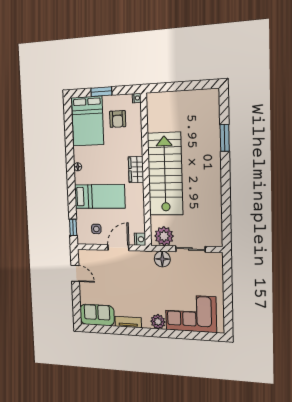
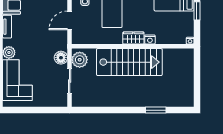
armchair: (118, 119) -> (174, 24), removed
nightstand: (140, 239) -> (150, 40), moved
door: (118, 248) -> (70, 20), swing flipped

